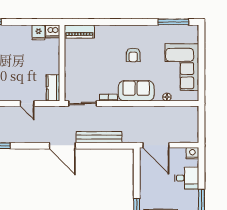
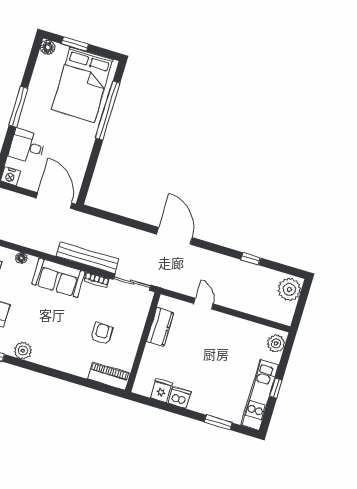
dishwasher: (53, 31) -> (179, 398), moved
plant: (146, 31) -> (23, 351), added
armchair: (133, 55) -> (102, 334), moved
kitchen counter: (53, 88) -> (160, 327), moved
bench: (99, 137) -> (87, 258), moved

